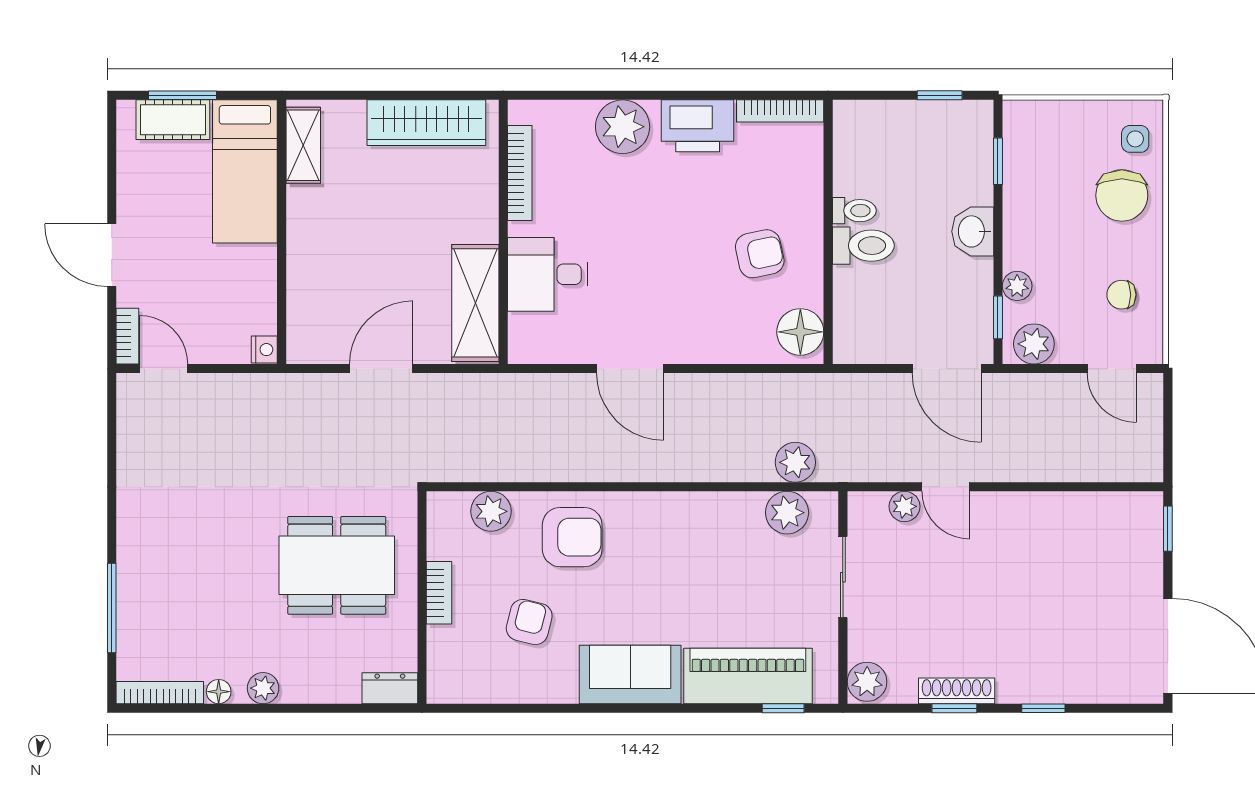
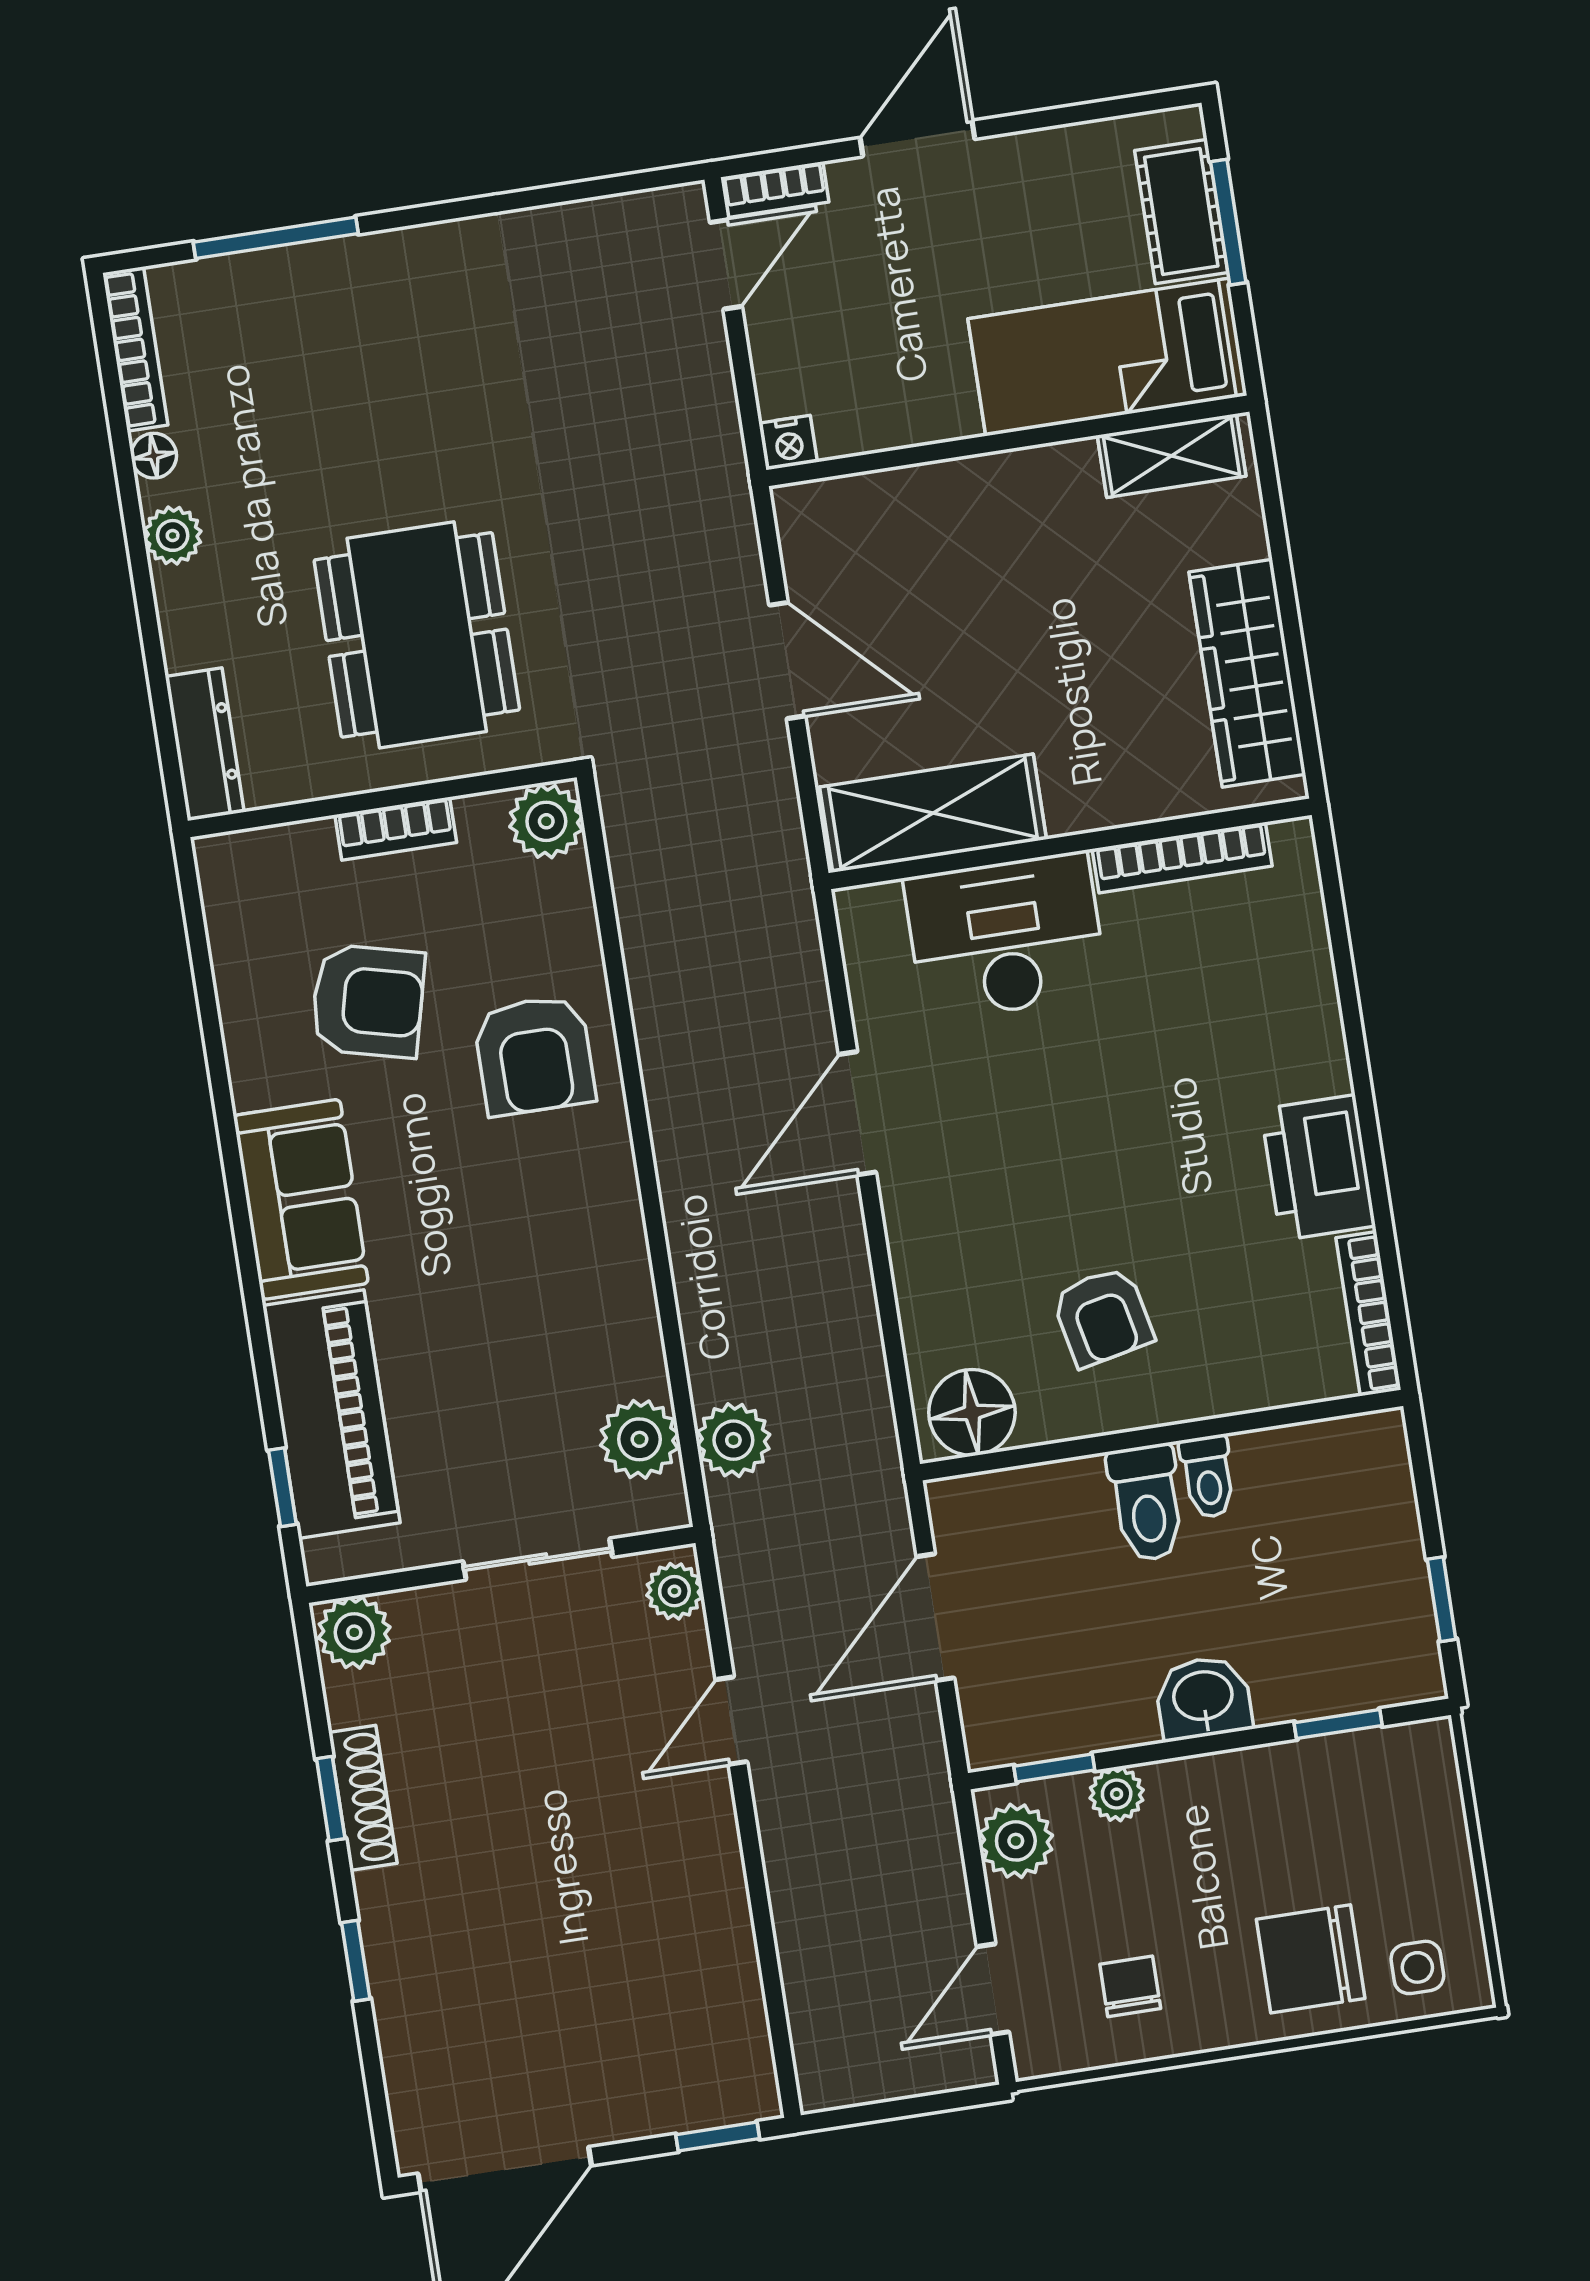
plant: (623, 127) -> (1295, 1031), removed
desk: (548, 274) -> (1006, 936), width x1.37
door: (947, 369) -> (935, 1617), moved
plant: (904, 506) -> (674, 1591), moved
plant: (491, 511) -> (546, 821), moved
armchair: (529, 622) -> (368, 1001), width x1.38, depth x1.38
dresser: (390, 688) -> (205, 744), width x1.44

